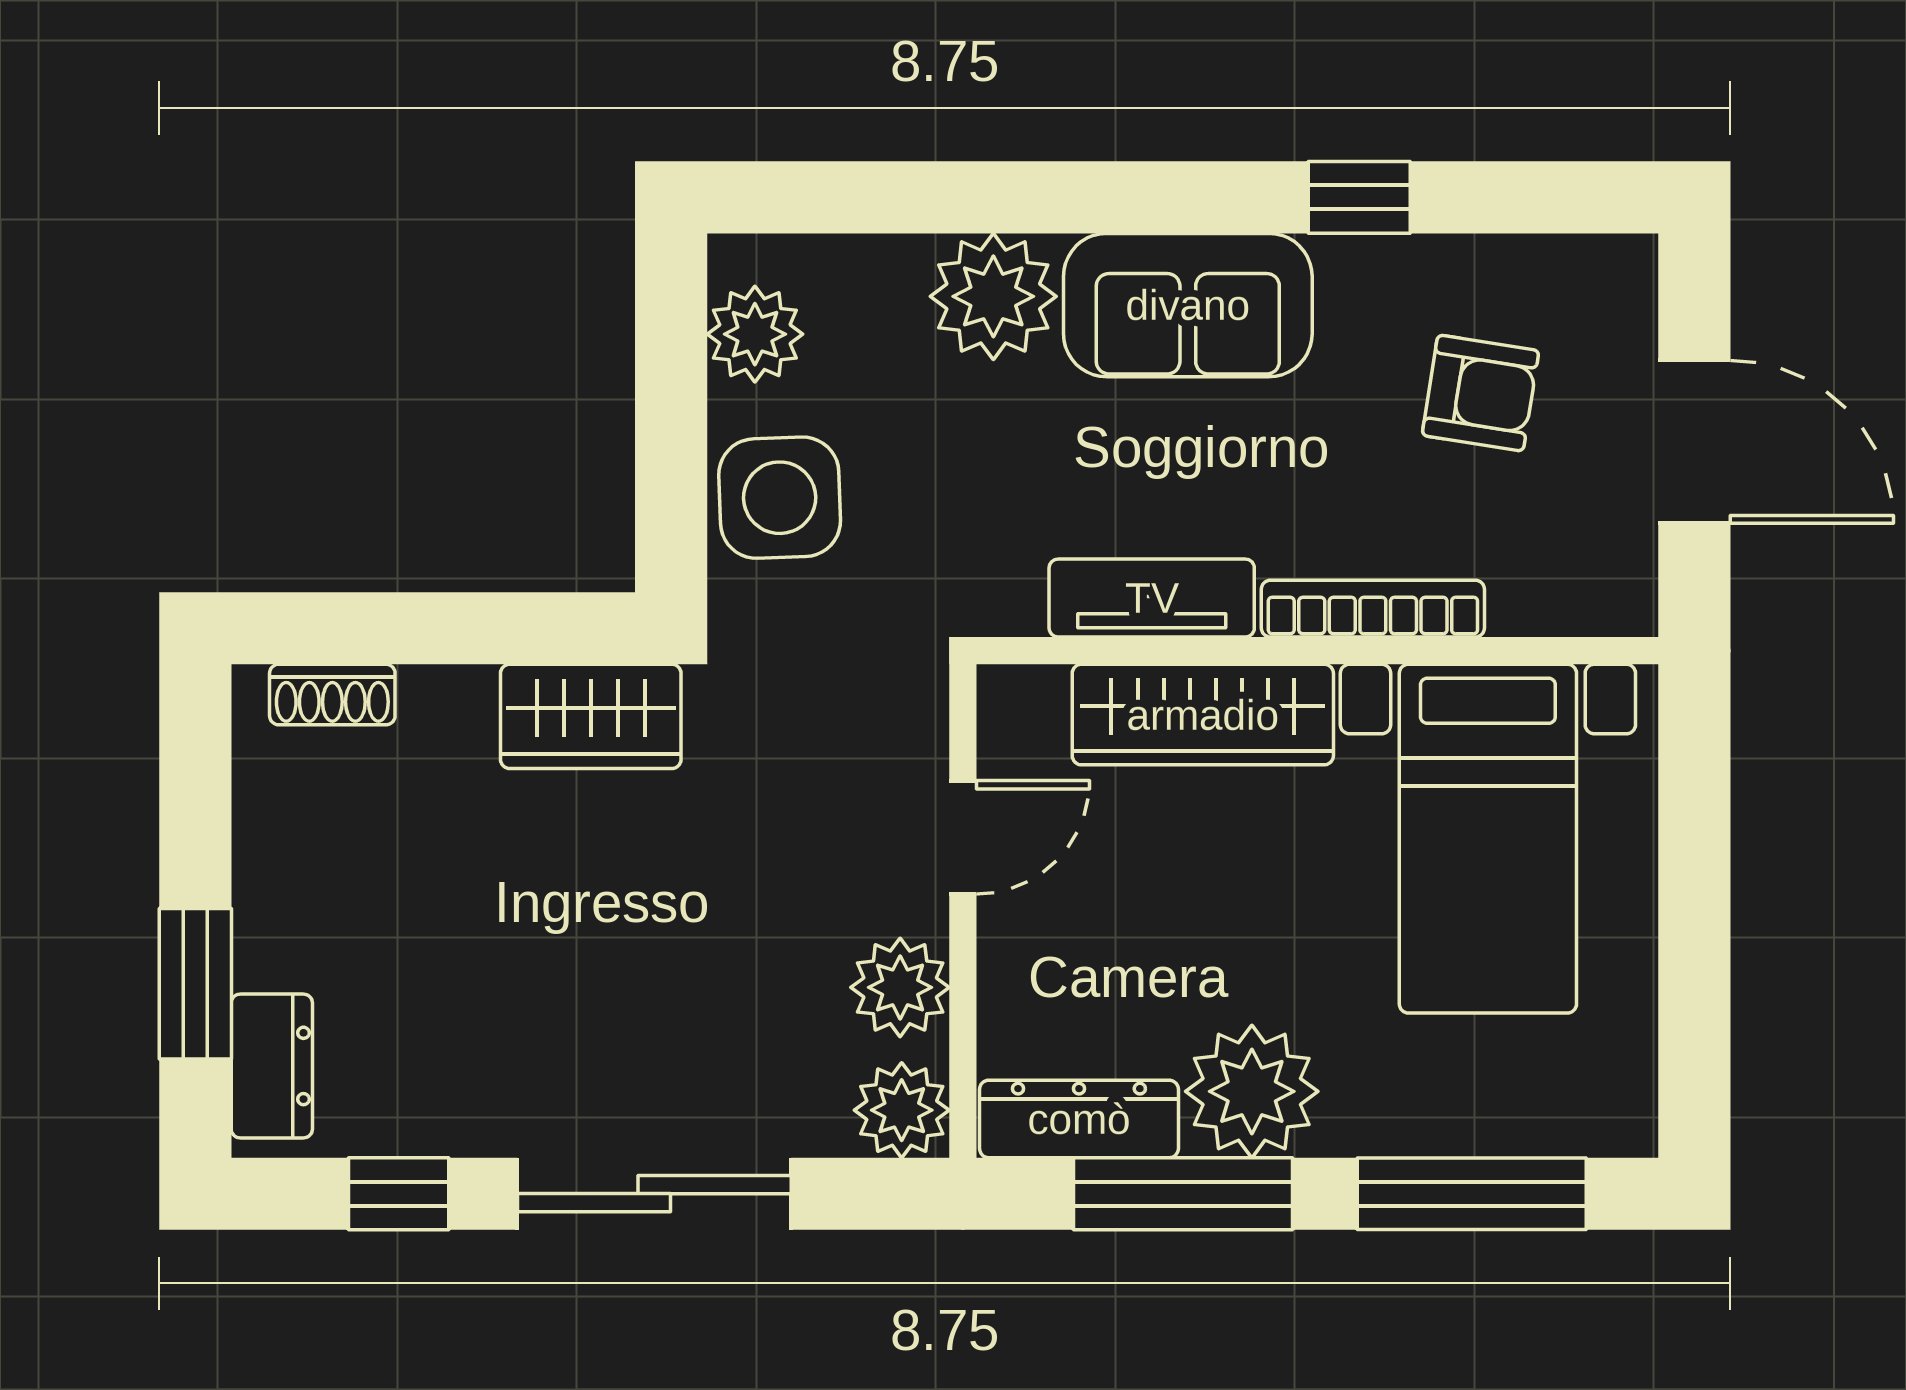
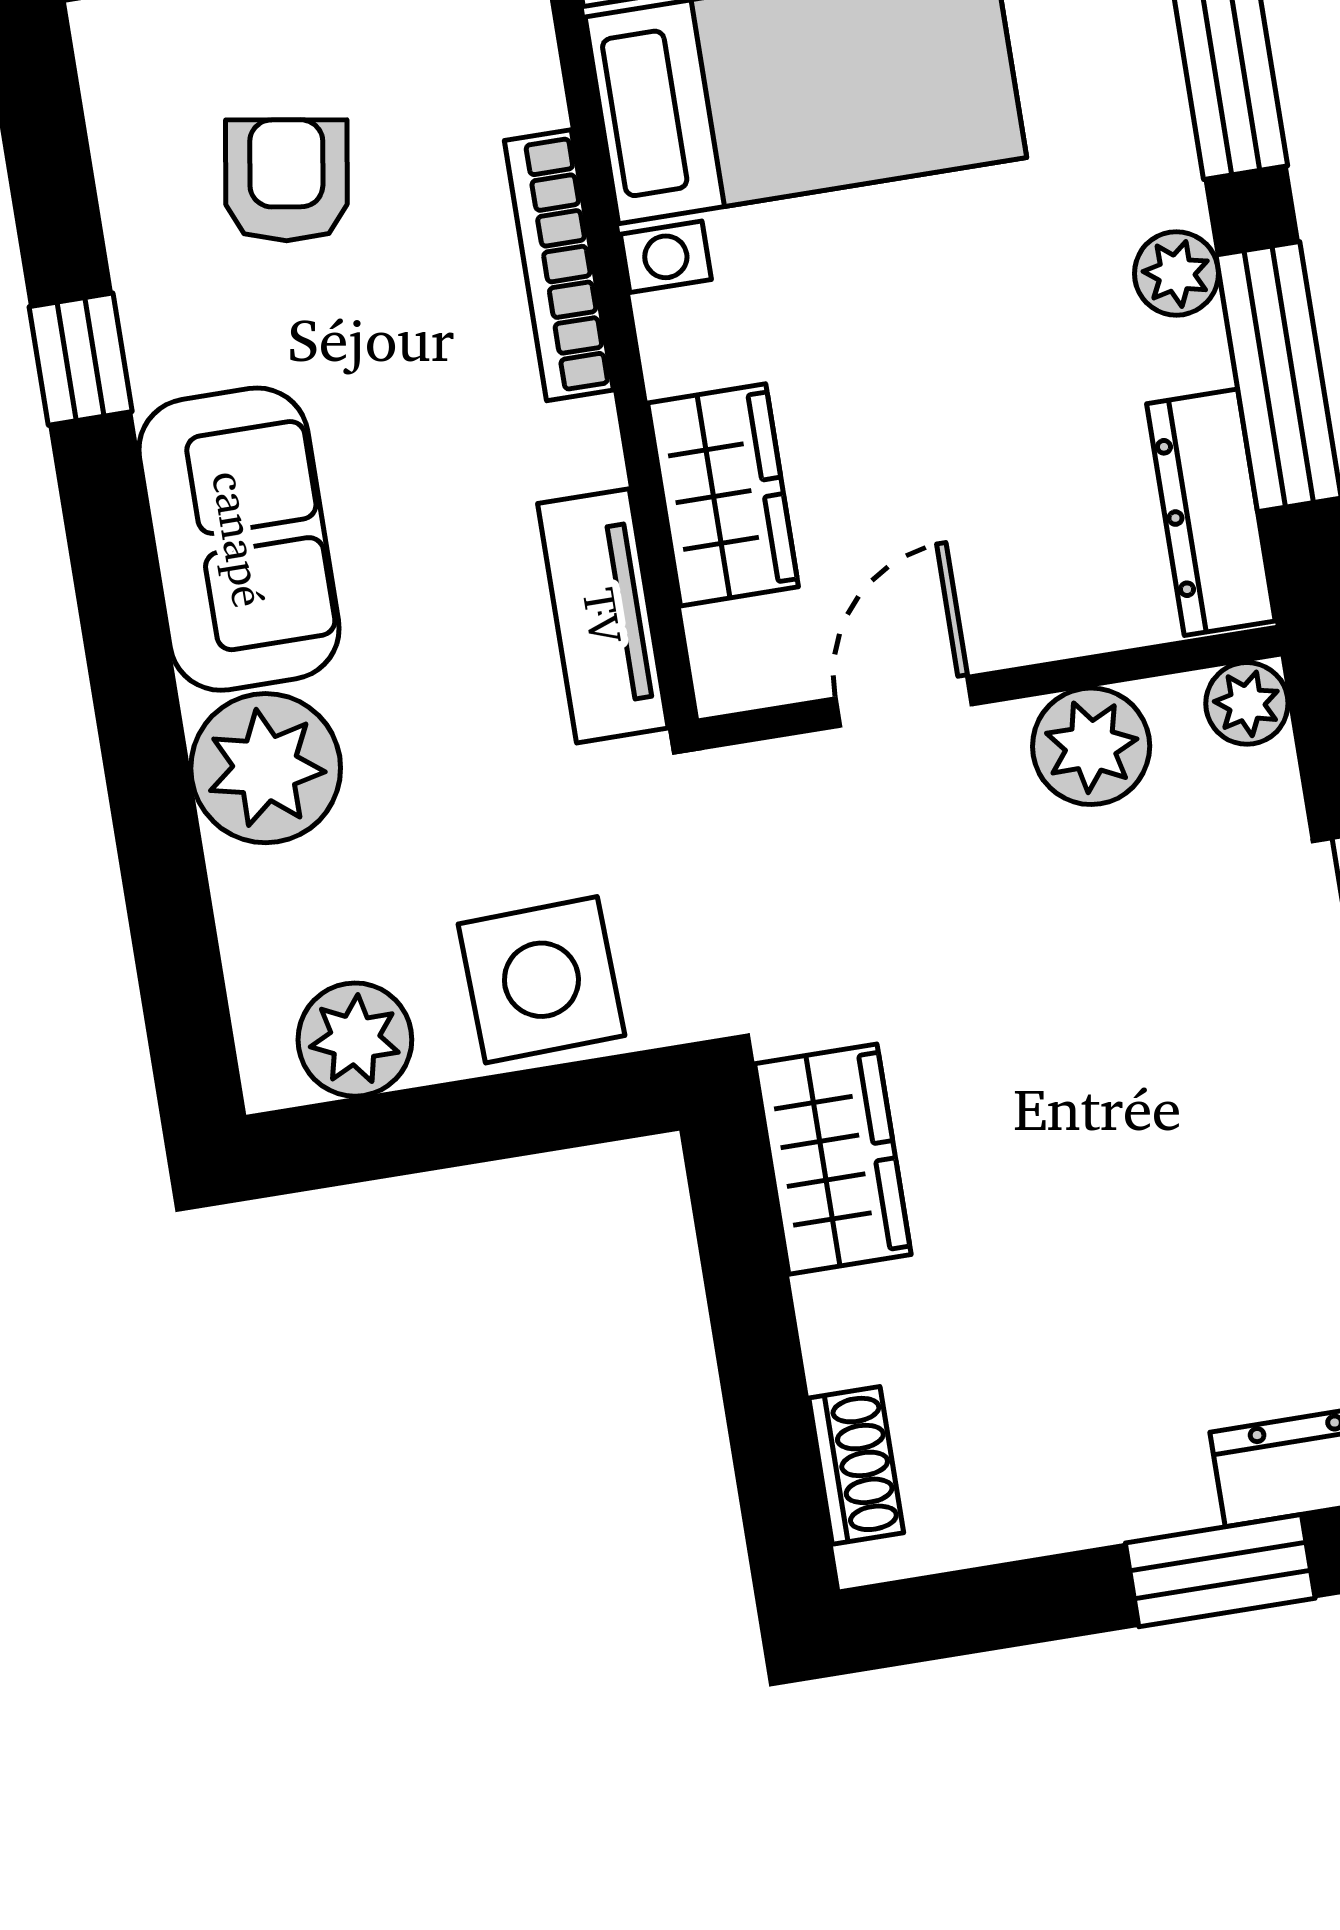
tv unit: (1152, 598) -> (603, 616), moved
wardrobe: (1203, 715) -> (723, 495), width x0.67
door: (963, 837) -> (904, 701), hinge flipped
plant: (1252, 1091) -> (1176, 273), width x0.53, depth x0.53
plant: (902, 1110) -> (1247, 703), width x0.73, depth x0.73

